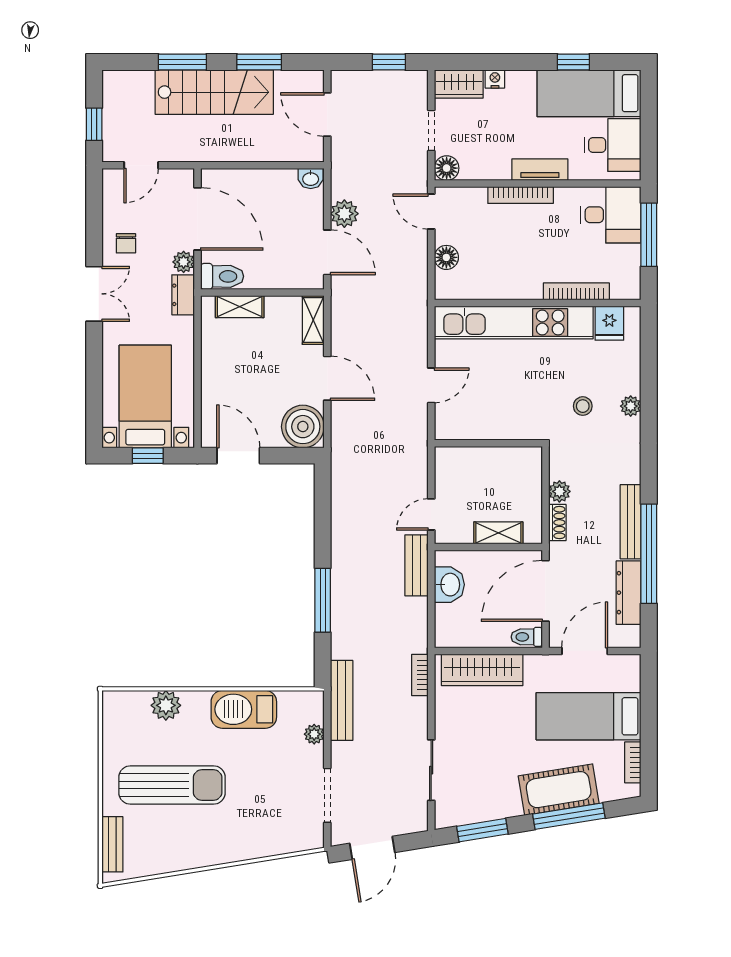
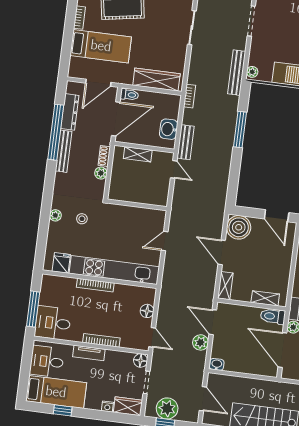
plant: (389, 89) -> (167, 409), added
bookcase: (576, 291) -> (95, 285), moved
door: (431, 514) -> (174, 169), hinge flipped
bookcase: (420, 675) -> (190, 96), moved
plant: (314, 734) -> (252, 72), moved

